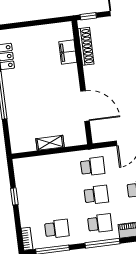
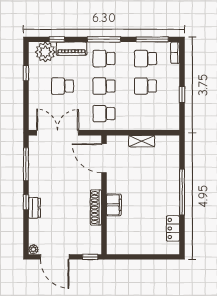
shoe rack: (86, 46) -> (96, 208), moved
filing cabinet: (68, 52) -> (114, 205), moved
door: (85, 106) -> (104, 158), moved
school desk: (53, 200) -> (146, 86), added

